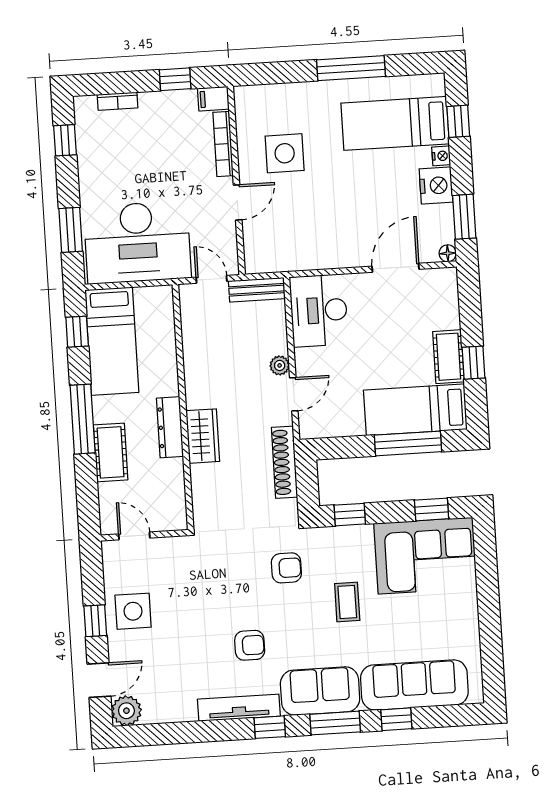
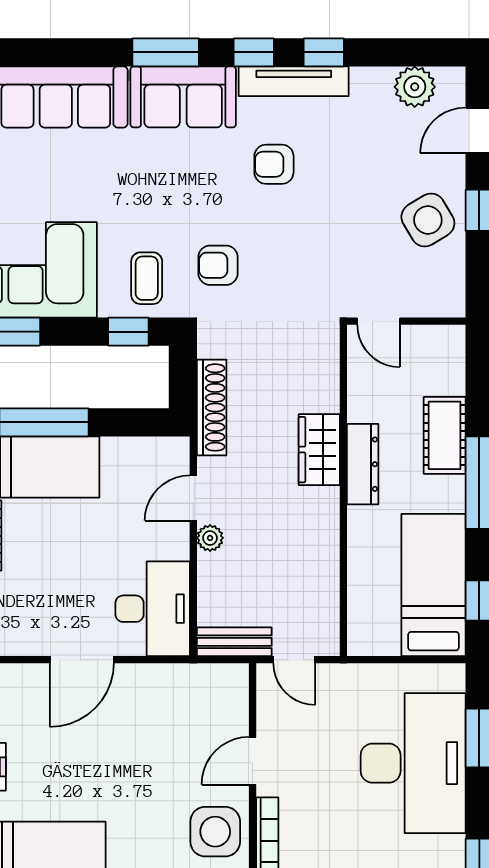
side table: (285, 153) -> (215, 832), moved
desk: (137, 242) -> (413, 763), moved, turned 90
door: (396, 268) -> (82, 660), moved
door: (134, 536) -> (379, 321), moved
coffee table: (347, 602) -> (147, 278), moved
side table: (133, 611) -> (428, 220), turned -31
plant: (126, 711) -> (415, 87), moved
window: (396, 719) -> (324, 52), moved

